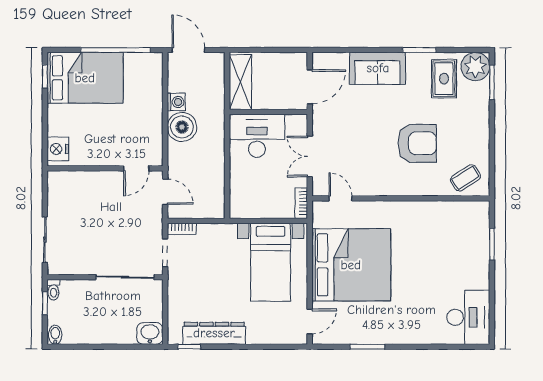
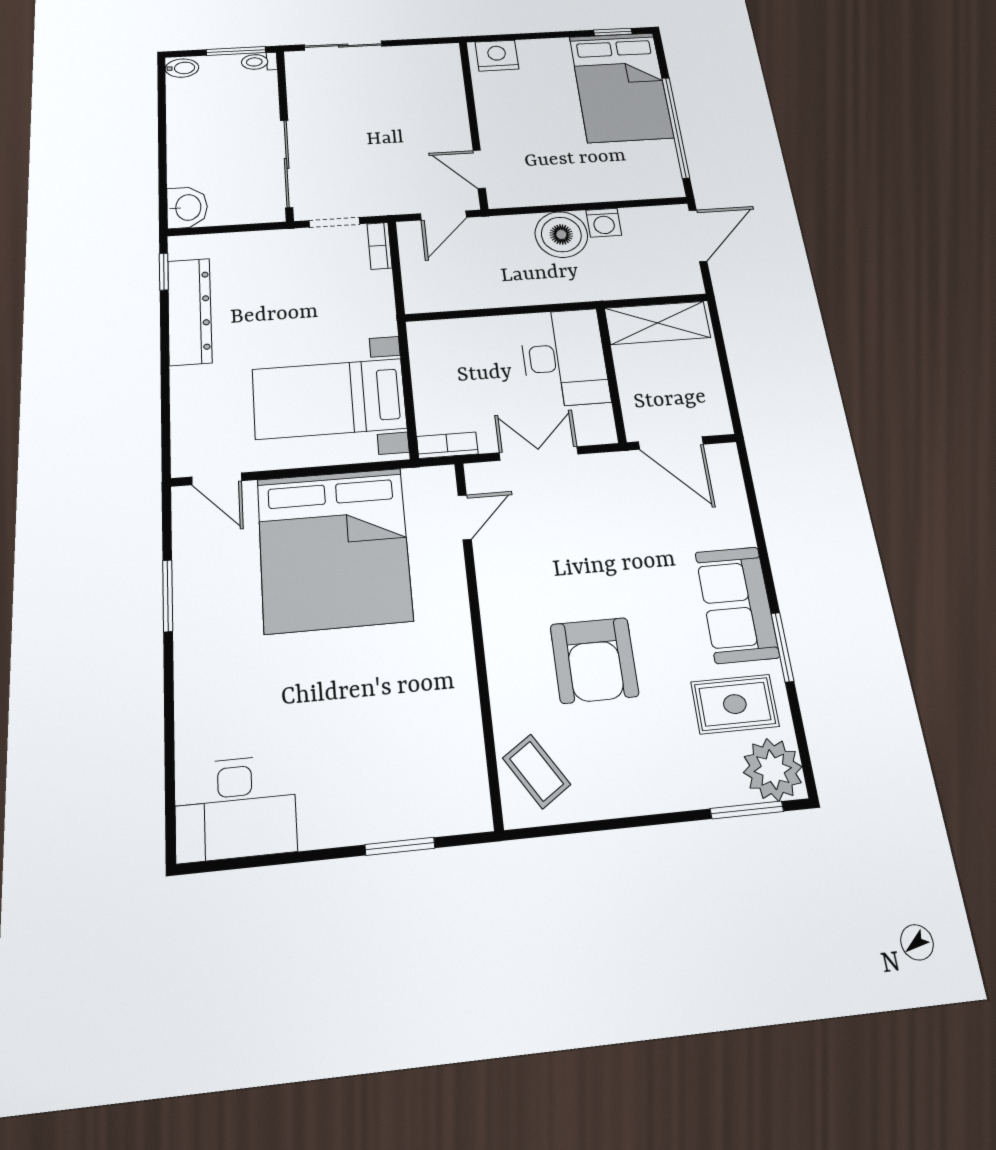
sofa: (378, 68) -> (737, 604), moved
window: (45, 303) -> (236, 51), width x1.50

